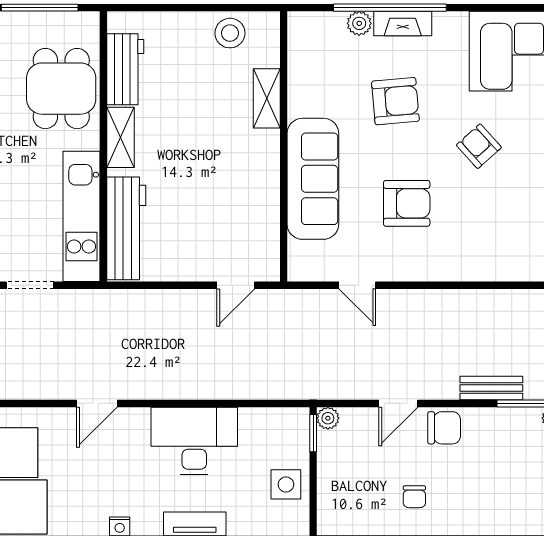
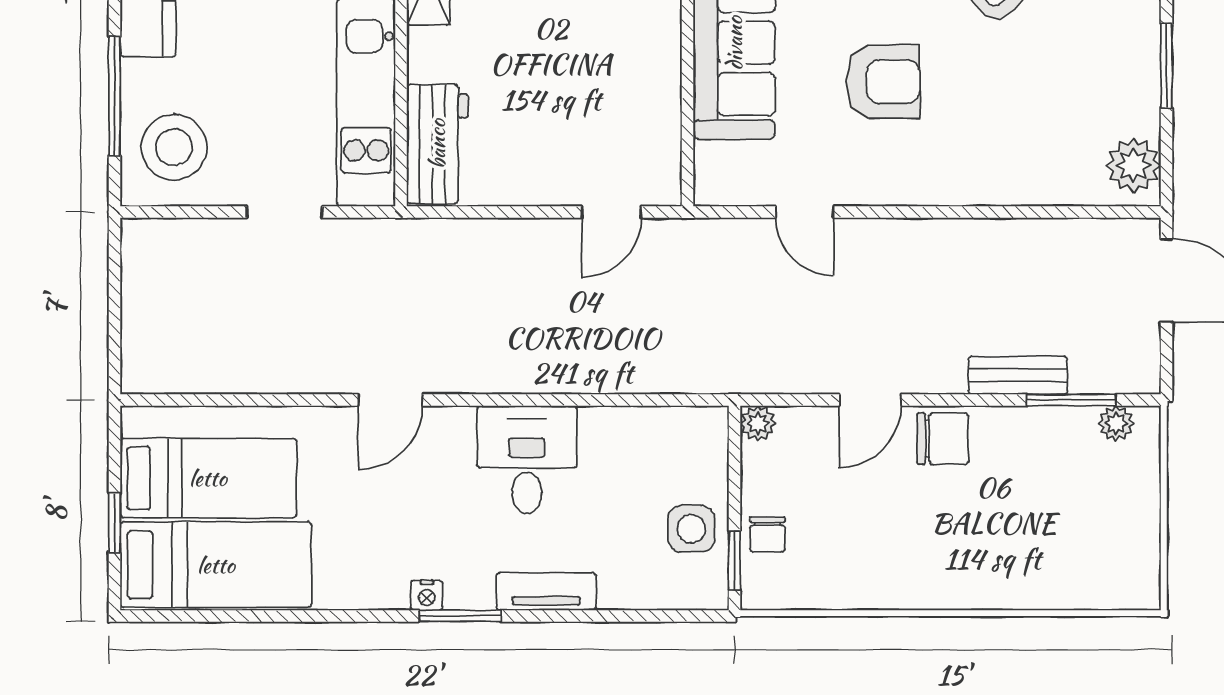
workbench: (126, 228) -> (437, 144), width x0.73
window: (313, 433) -> (734, 560), moved
desk: (194, 441) -> (527, 459), width x0.73
chair: (414, 497) -> (767, 534), moved

